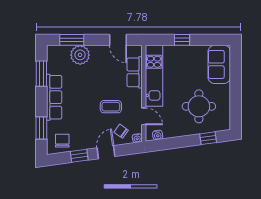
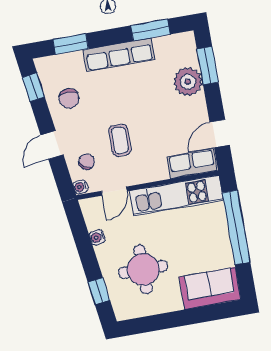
window: (182, 40) -> (236, 227), width x3.17
row of seats: (135, 72) -> (192, 164), moved
water cooler: (158, 135) -> (97, 237), moved
chair: (62, 141) -> (69, 98), moved, turned 90
door: (106, 152) -> (52, 145), swing flipped
window: (79, 156) -> (33, 87), moved

